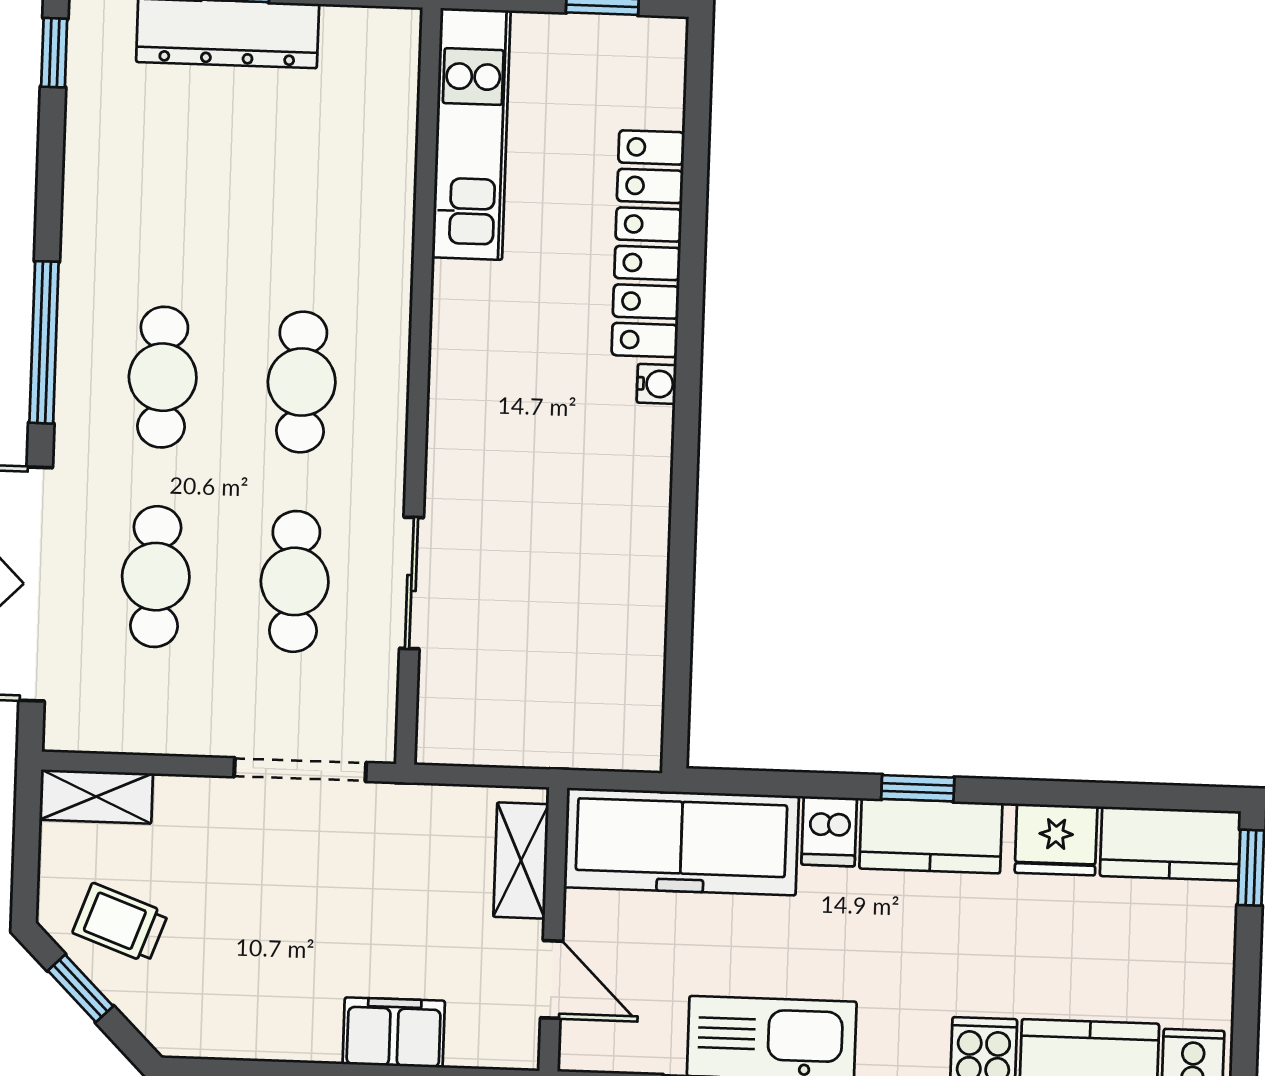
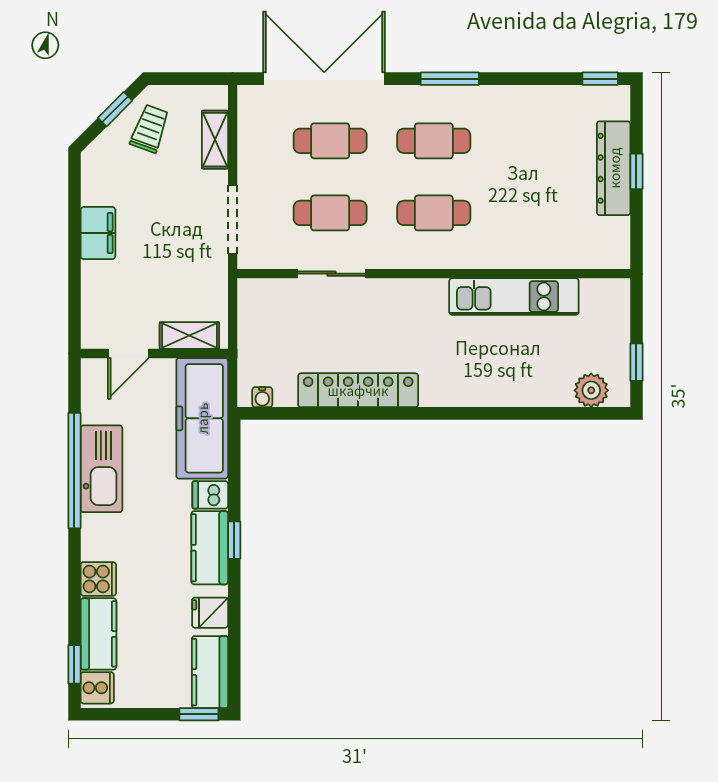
plant: (654, 91) -> (591, 390), added
kitchen unit: (471, 134) -> (514, 296), moved
locker: (648, 244) -> (358, 390), moved
window: (44, 342) -> (450, 79), width x0.69
water cooler: (657, 384) -> (262, 397), moved
shelving: (96, 797) -> (215, 140), moved
fridge: (1056, 840) -> (210, 613), width x0.72
filing cabinet: (394, 1032) -> (98, 233), moved

